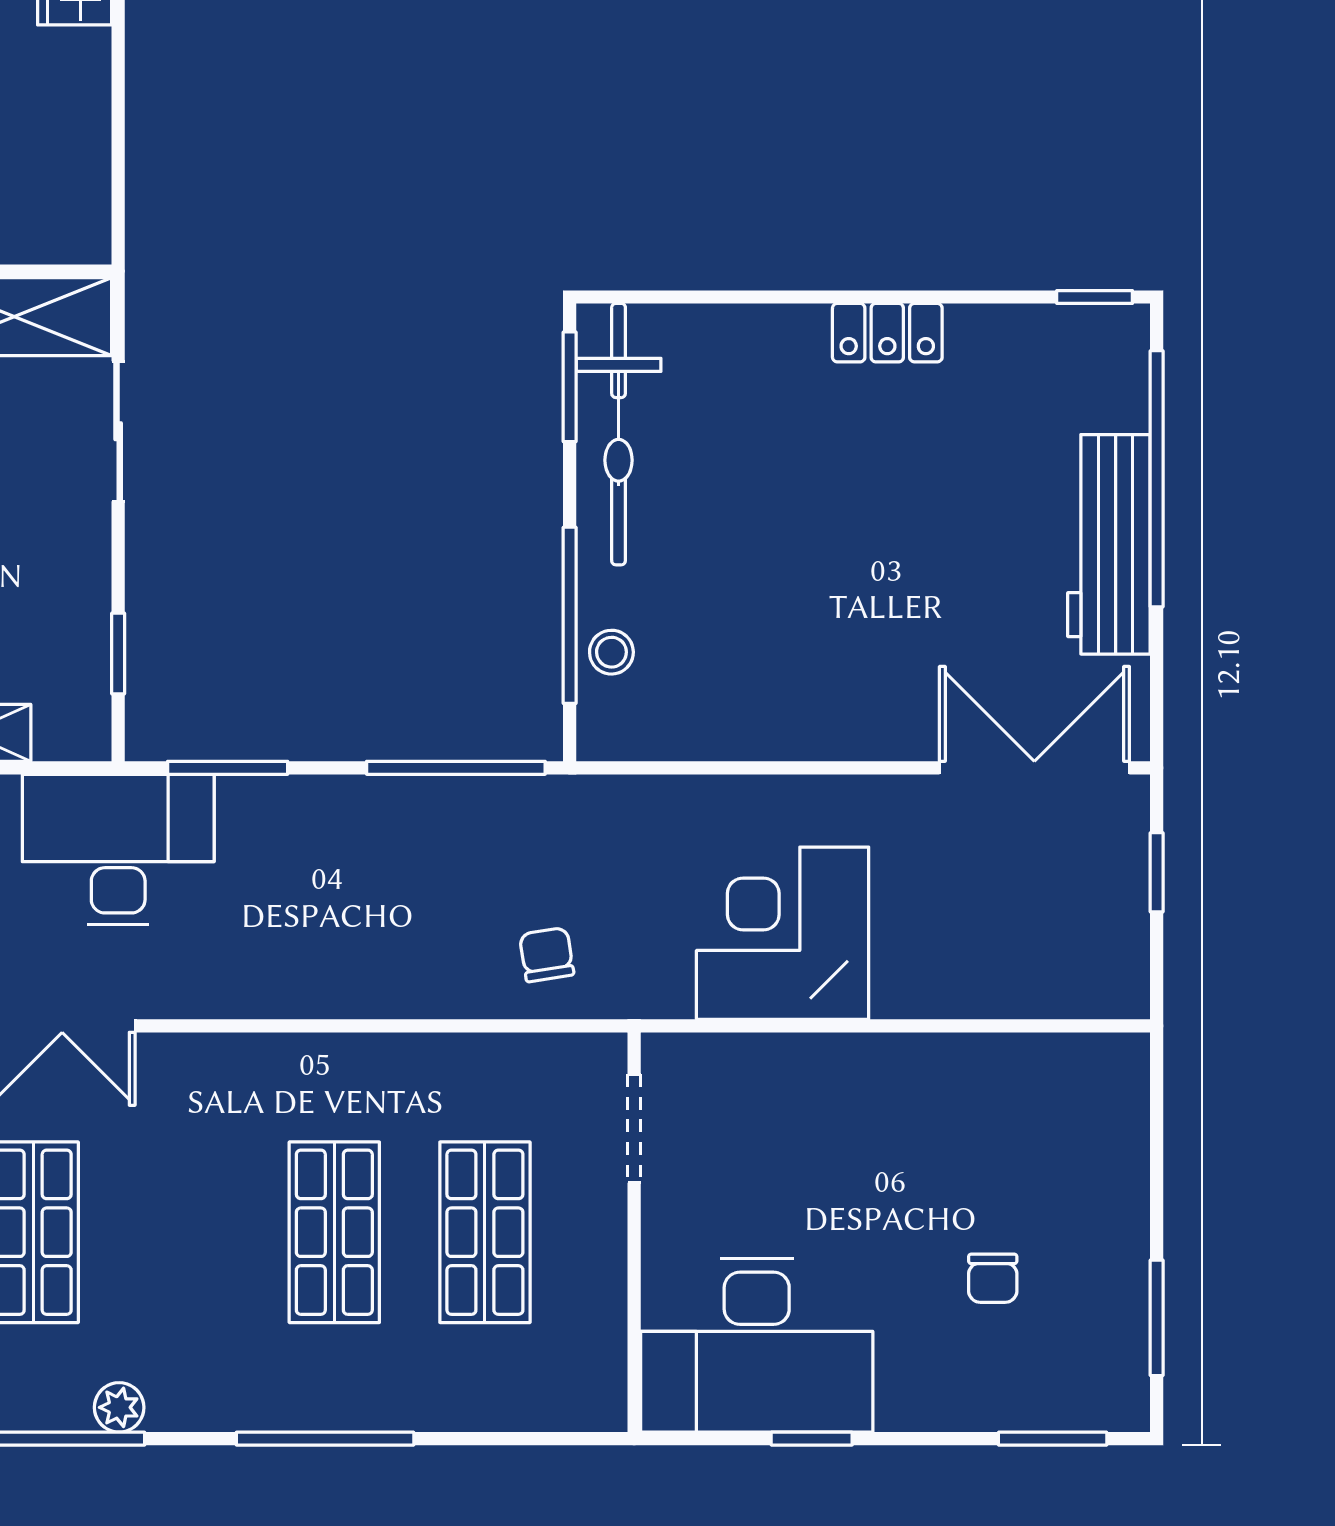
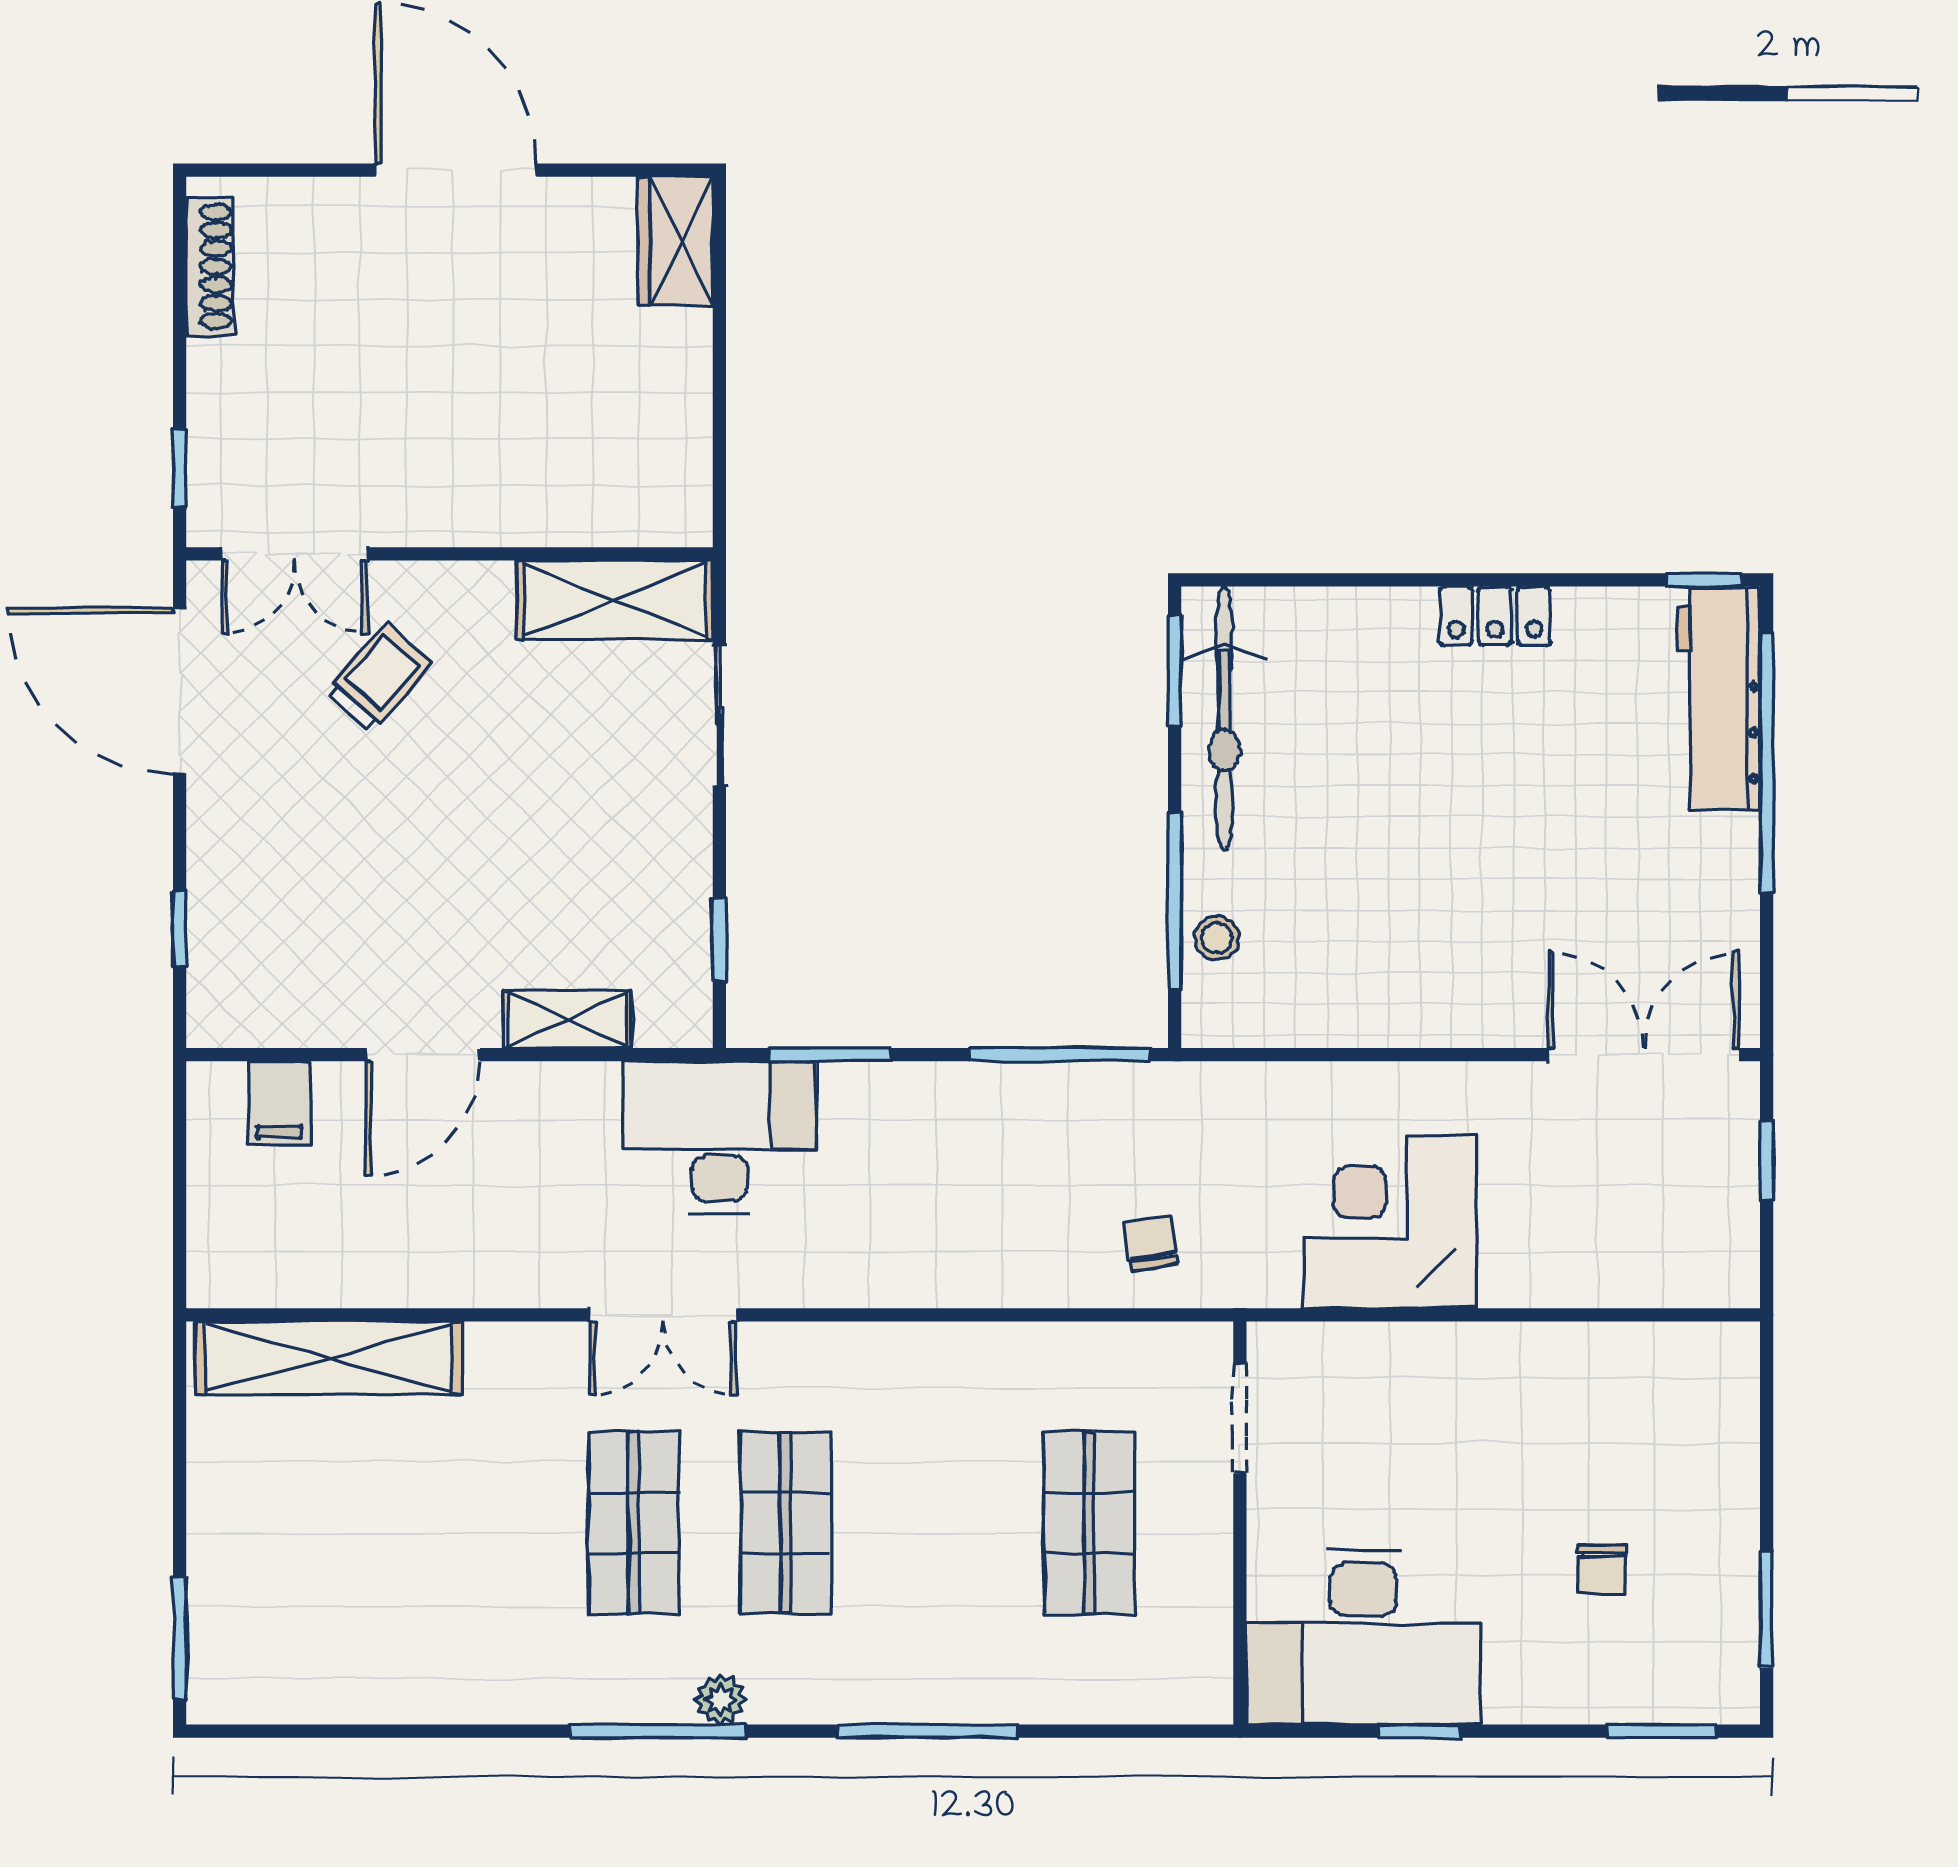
workbench: (1109, 544) -> (1718, 699), moved
shop shelf: (334, 1232) -> (786, 1523), moved

